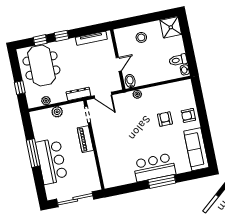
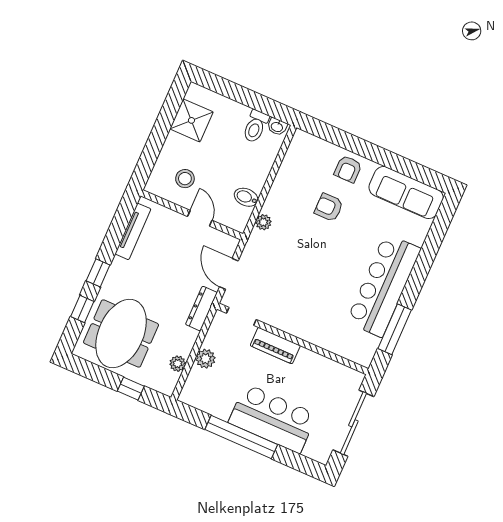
shower: (171, 27) -> (191, 120), moved
stool: (141, 37) -> (185, 179), moved
meeting table: (41, 66) -> (121, 334), turned 90
bidet: (130, 81) -> (246, 197), moved
door: (103, 95) -> (229, 274), swing flipped
window: (33, 153) -> (241, 437), width x1.46
bar counter: (154, 167) -> (384, 285), width x1.36
window: (162, 181) -> (395, 329), moved

